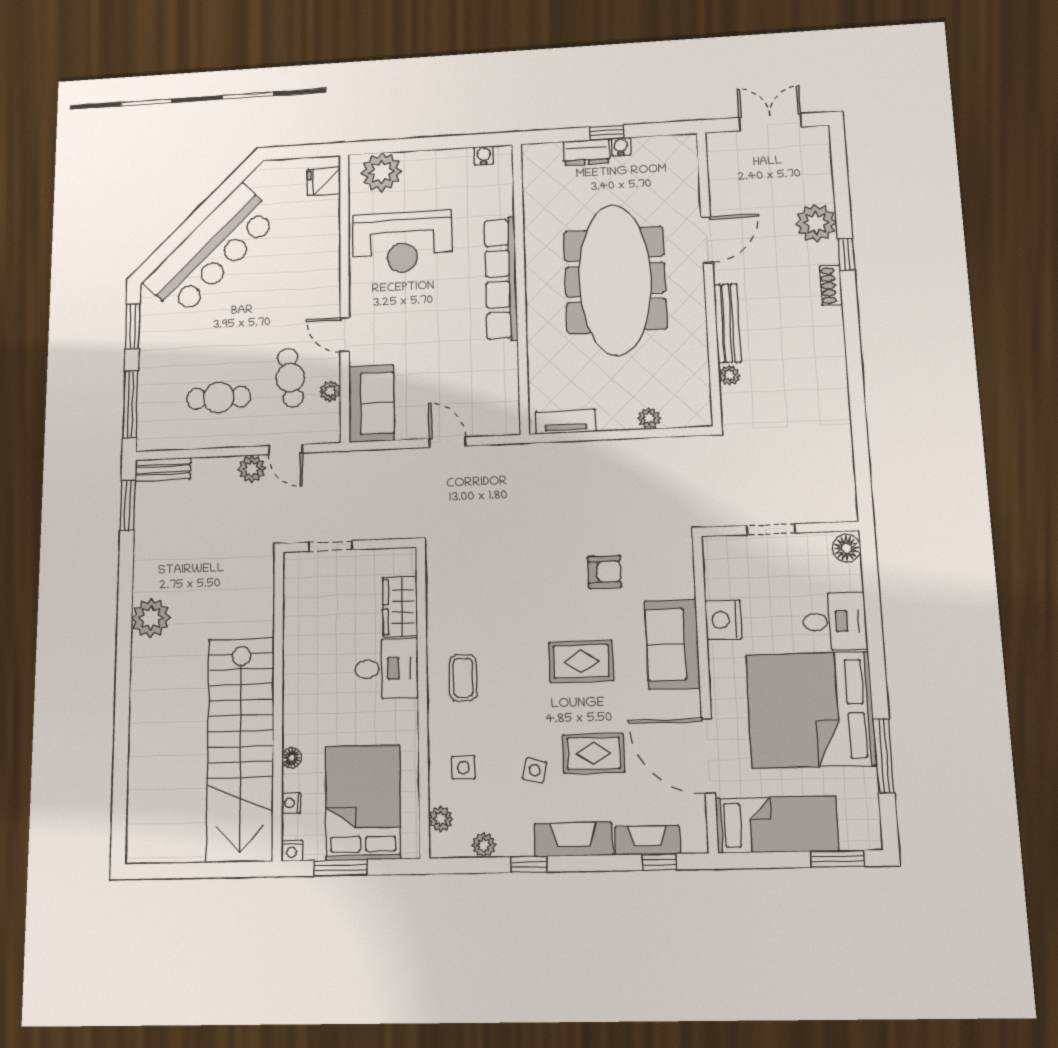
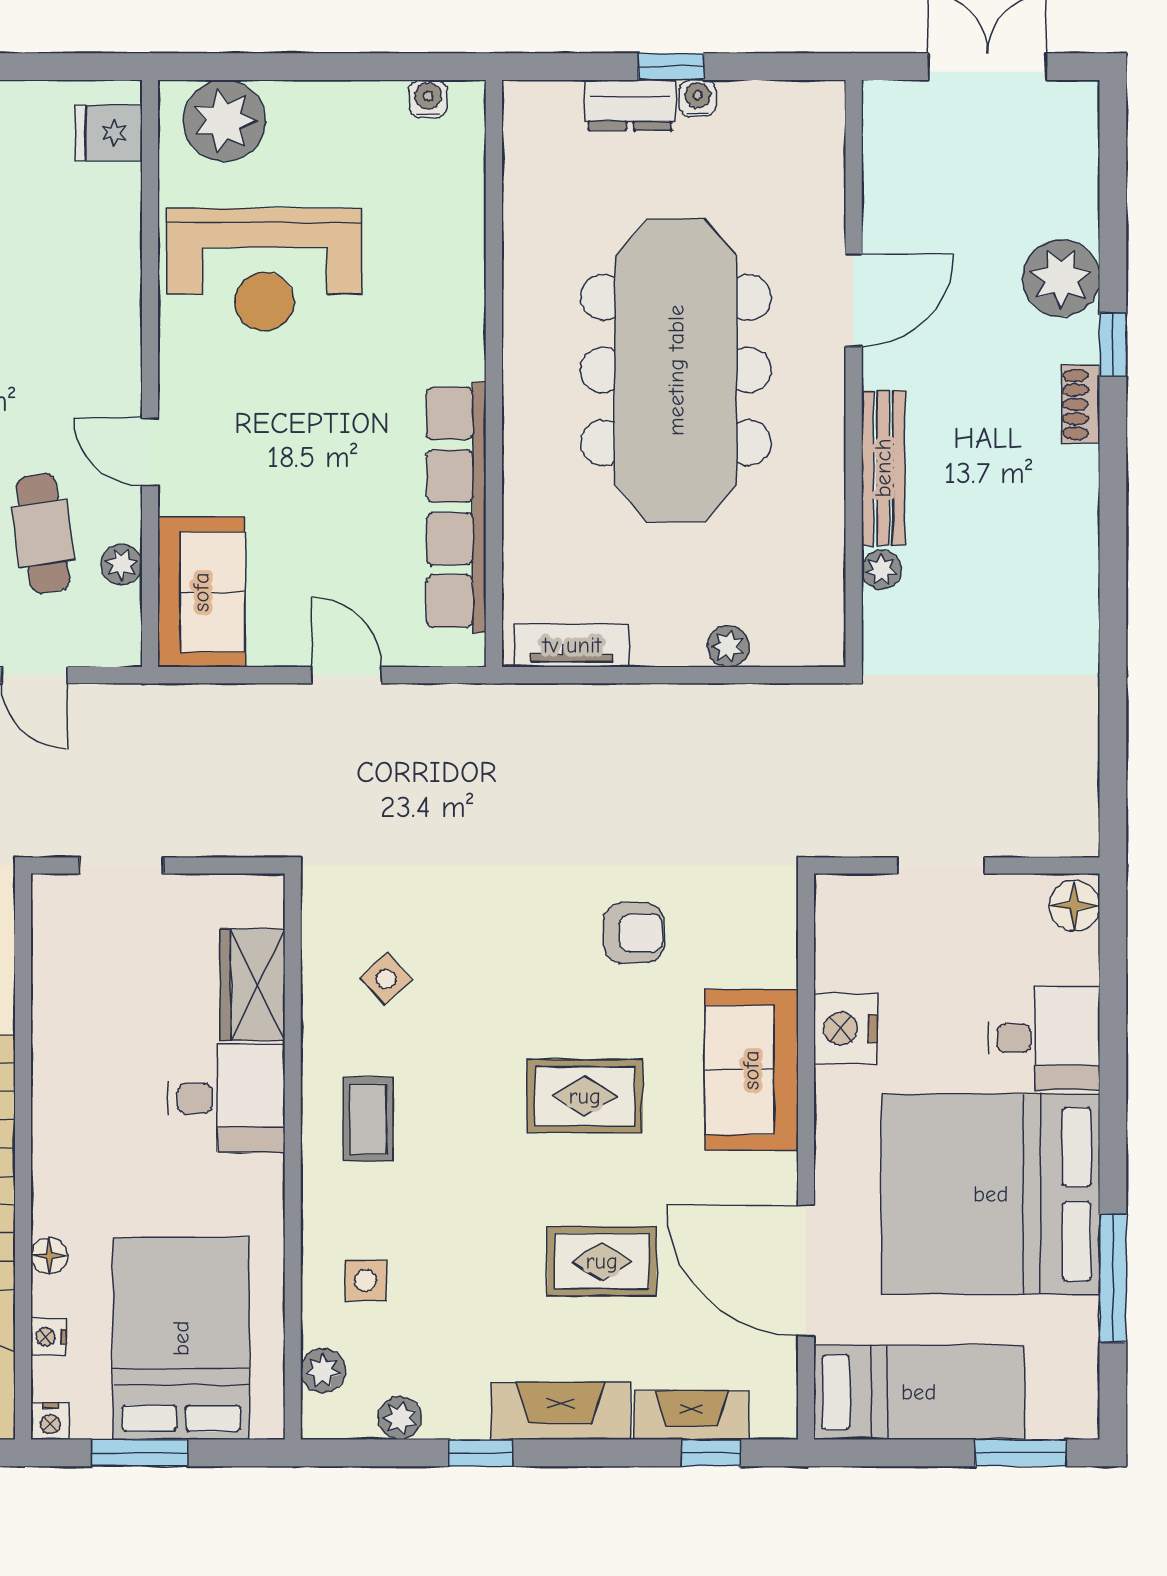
row of seats: (501, 279) -> (456, 507), moved
side table: (535, 770) -> (386, 979), moved, turned 35

